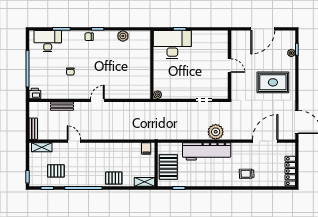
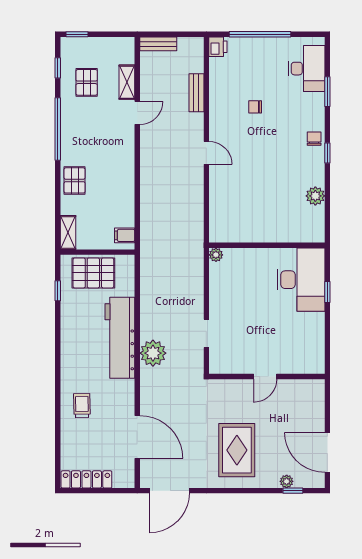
door: (263, 29) -> (327, 452), moved
shelving: (42, 147) -> (127, 82), moved

